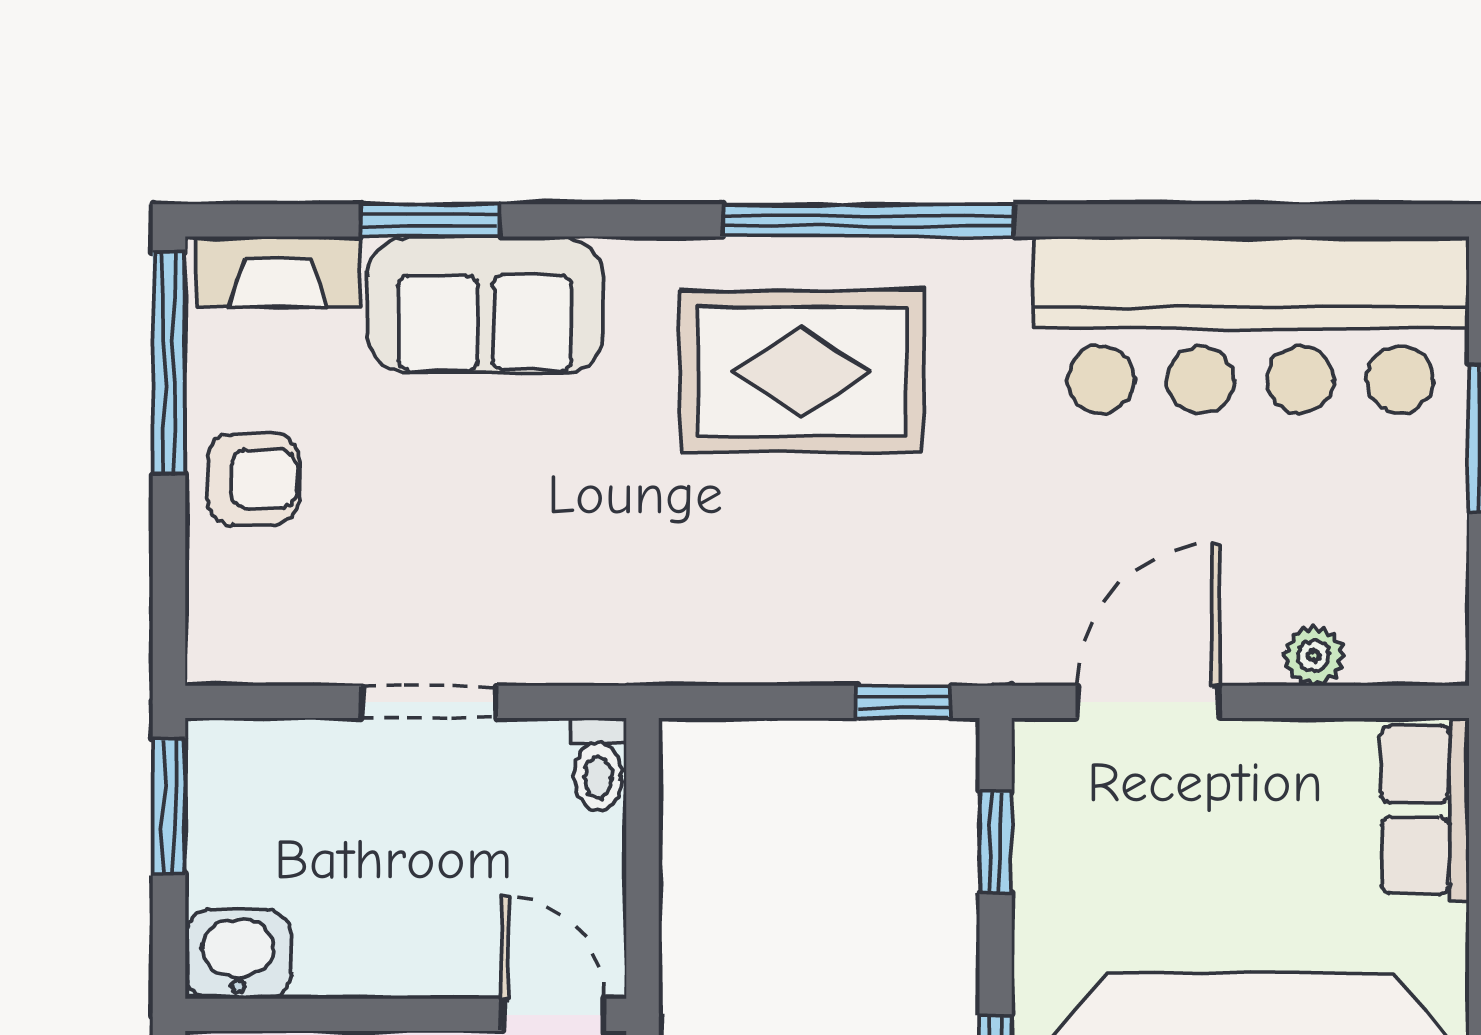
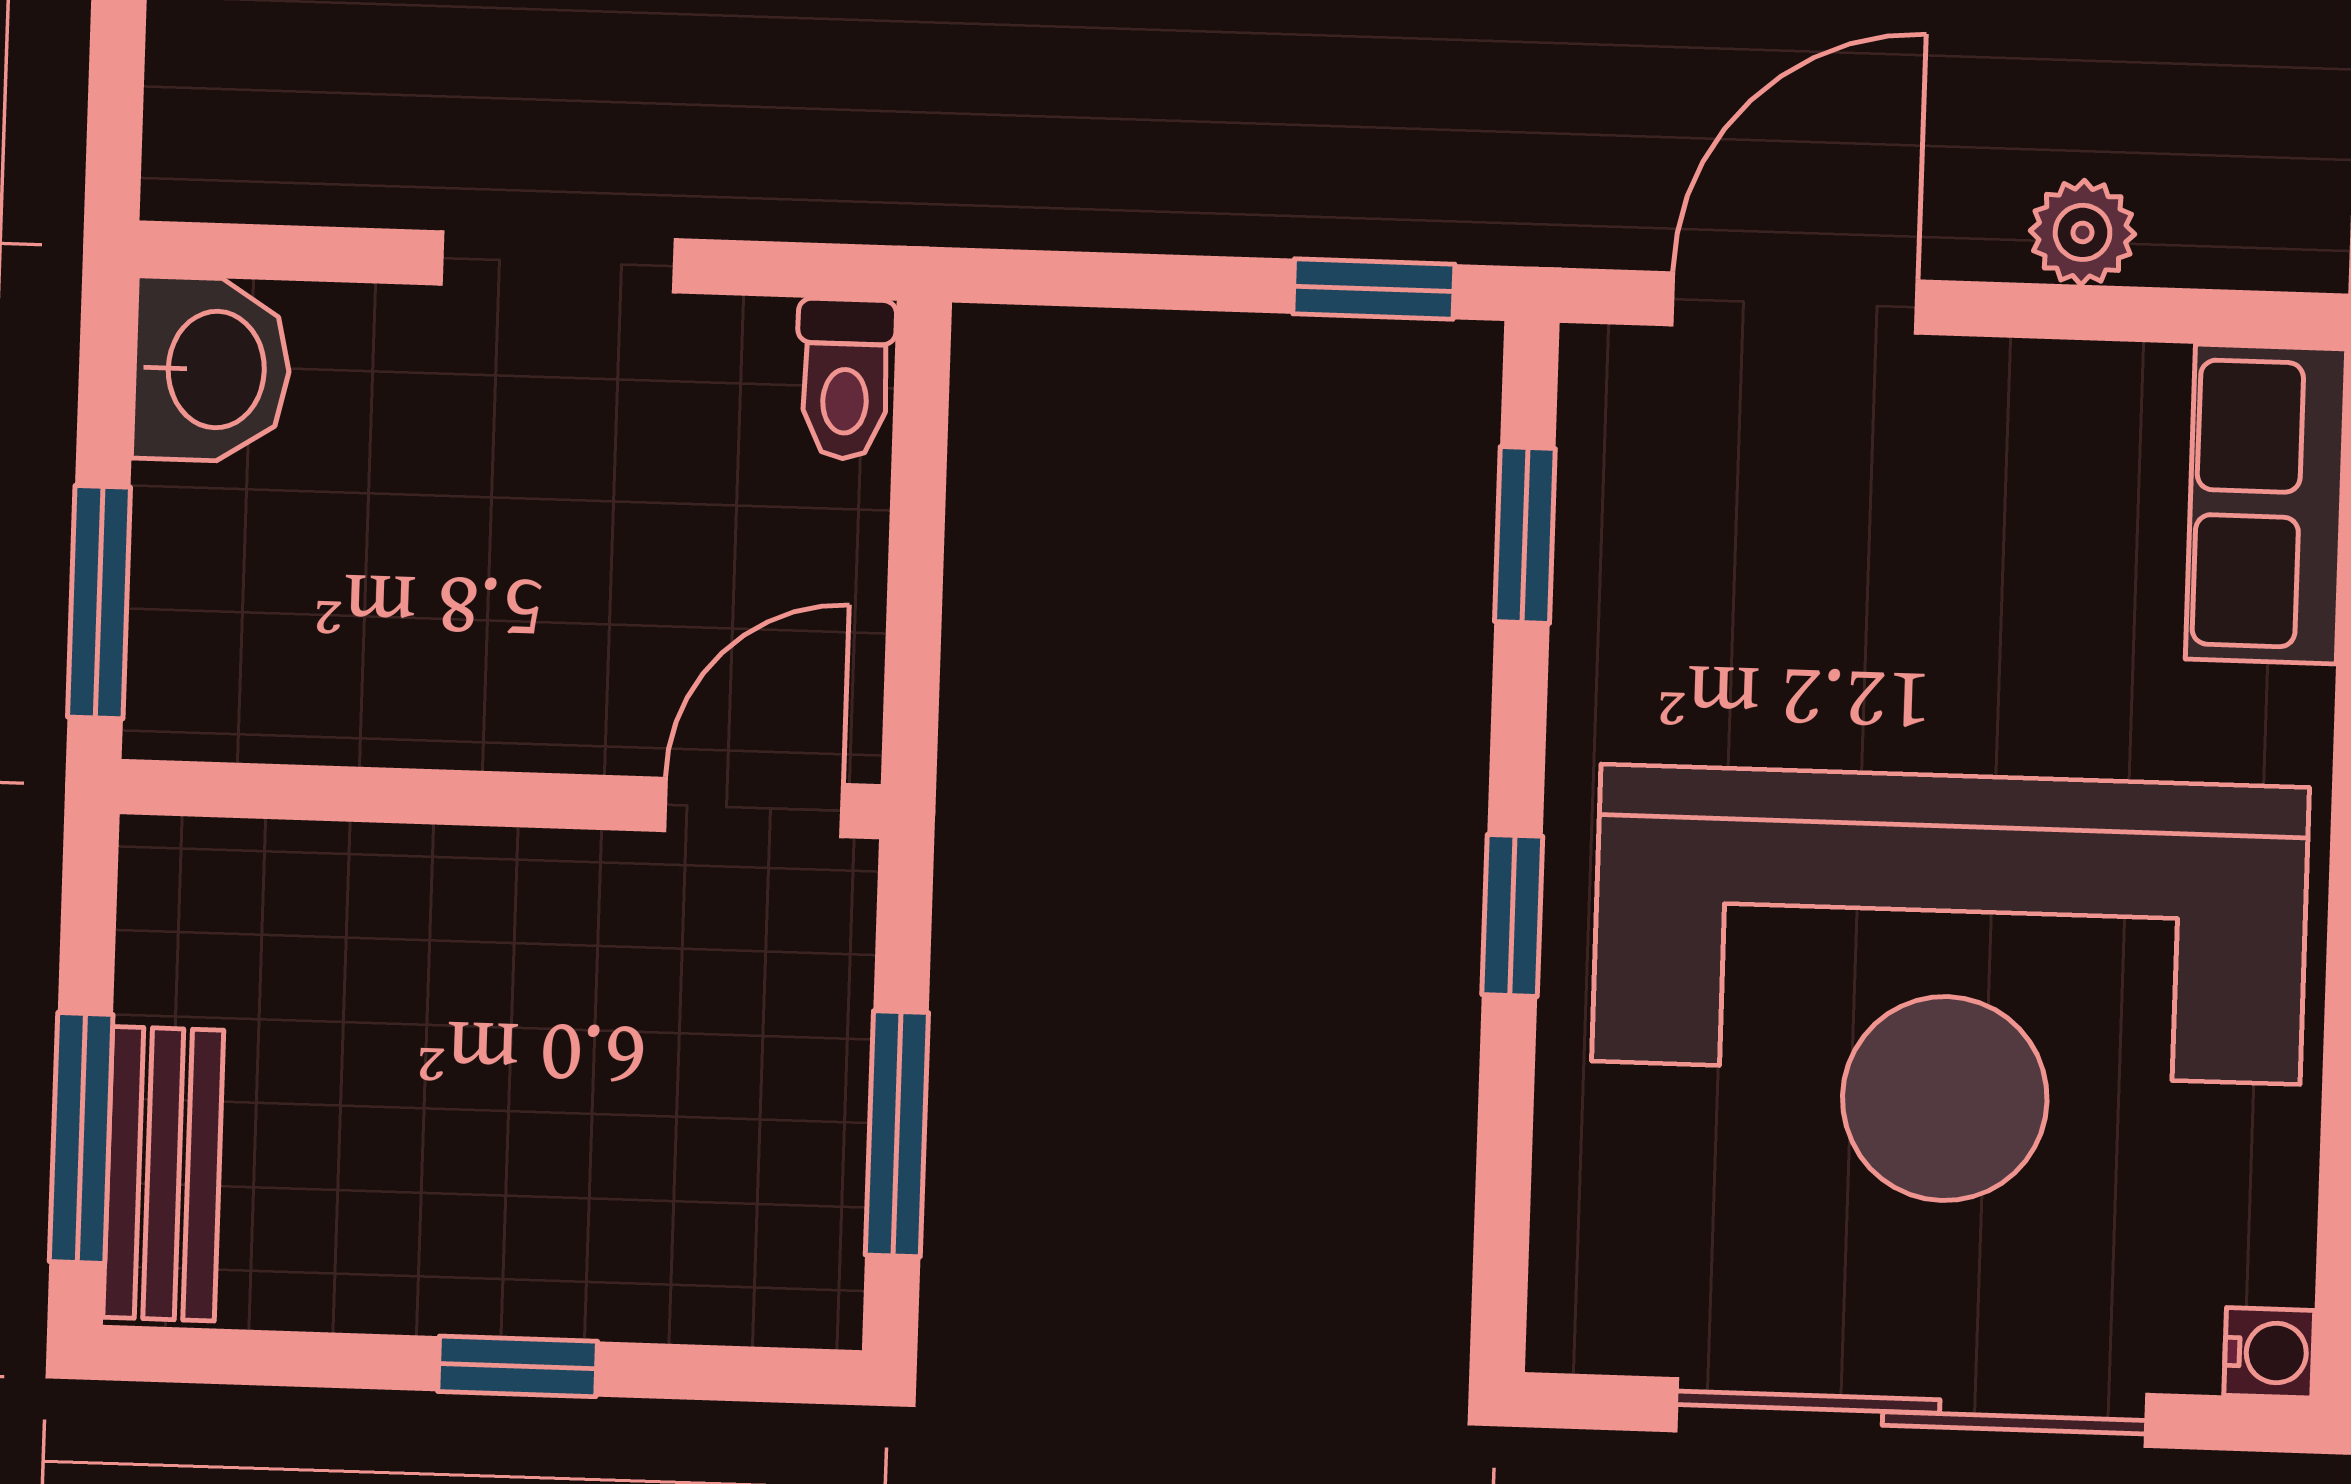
window: (169, 807) -> (99, 602), moved
washbasin: (238, 954) -> (212, 369), moved, turned 90
door: (553, 1015) -> (754, 807), hinge flipped

